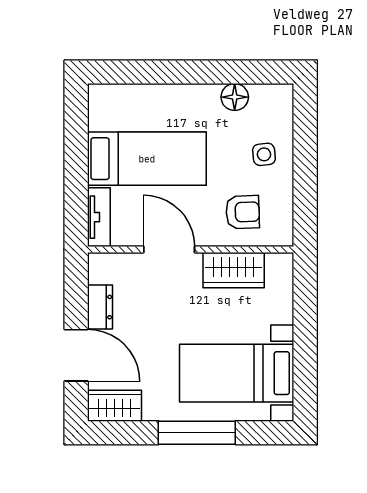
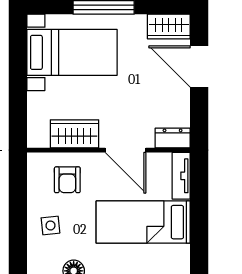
armchair: (243, 212) -> (67, 180), turned -88
dresser: (100, 307) -> (173, 138), moved, turned 90

